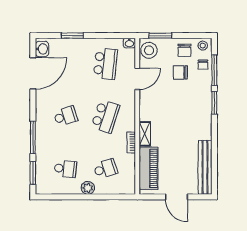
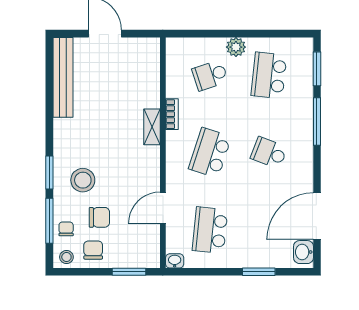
stool: (149, 50) -> (83, 180), moved
school desk: (65, 116) -> (269, 153), turned 39
piano: (148, 168) -> (146, 76), removed
school desk: (65, 169) -> (269, 75), width x1.85

